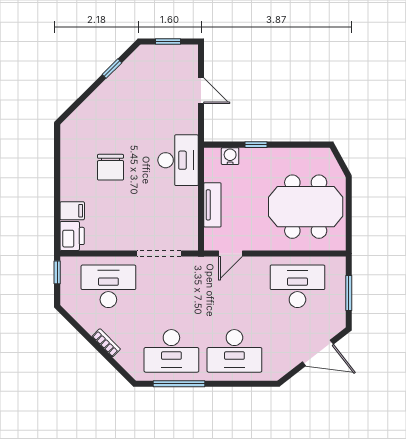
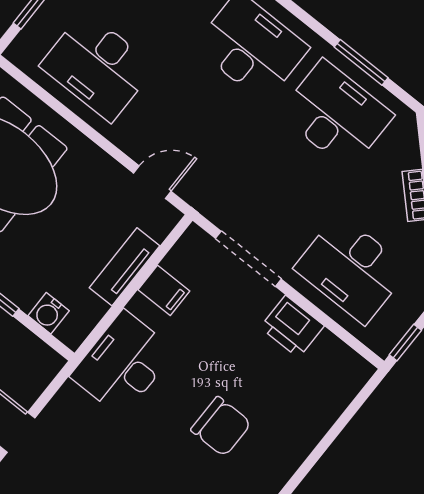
chair: (111, 167) -> (221, 426), turned 90
filing cabinet: (72, 211) -> (164, 290), moved, turned 180
printer: (72, 236) -> (292, 327), moved, turned -90
window: (179, 384) -> (361, 62), width x0.69

